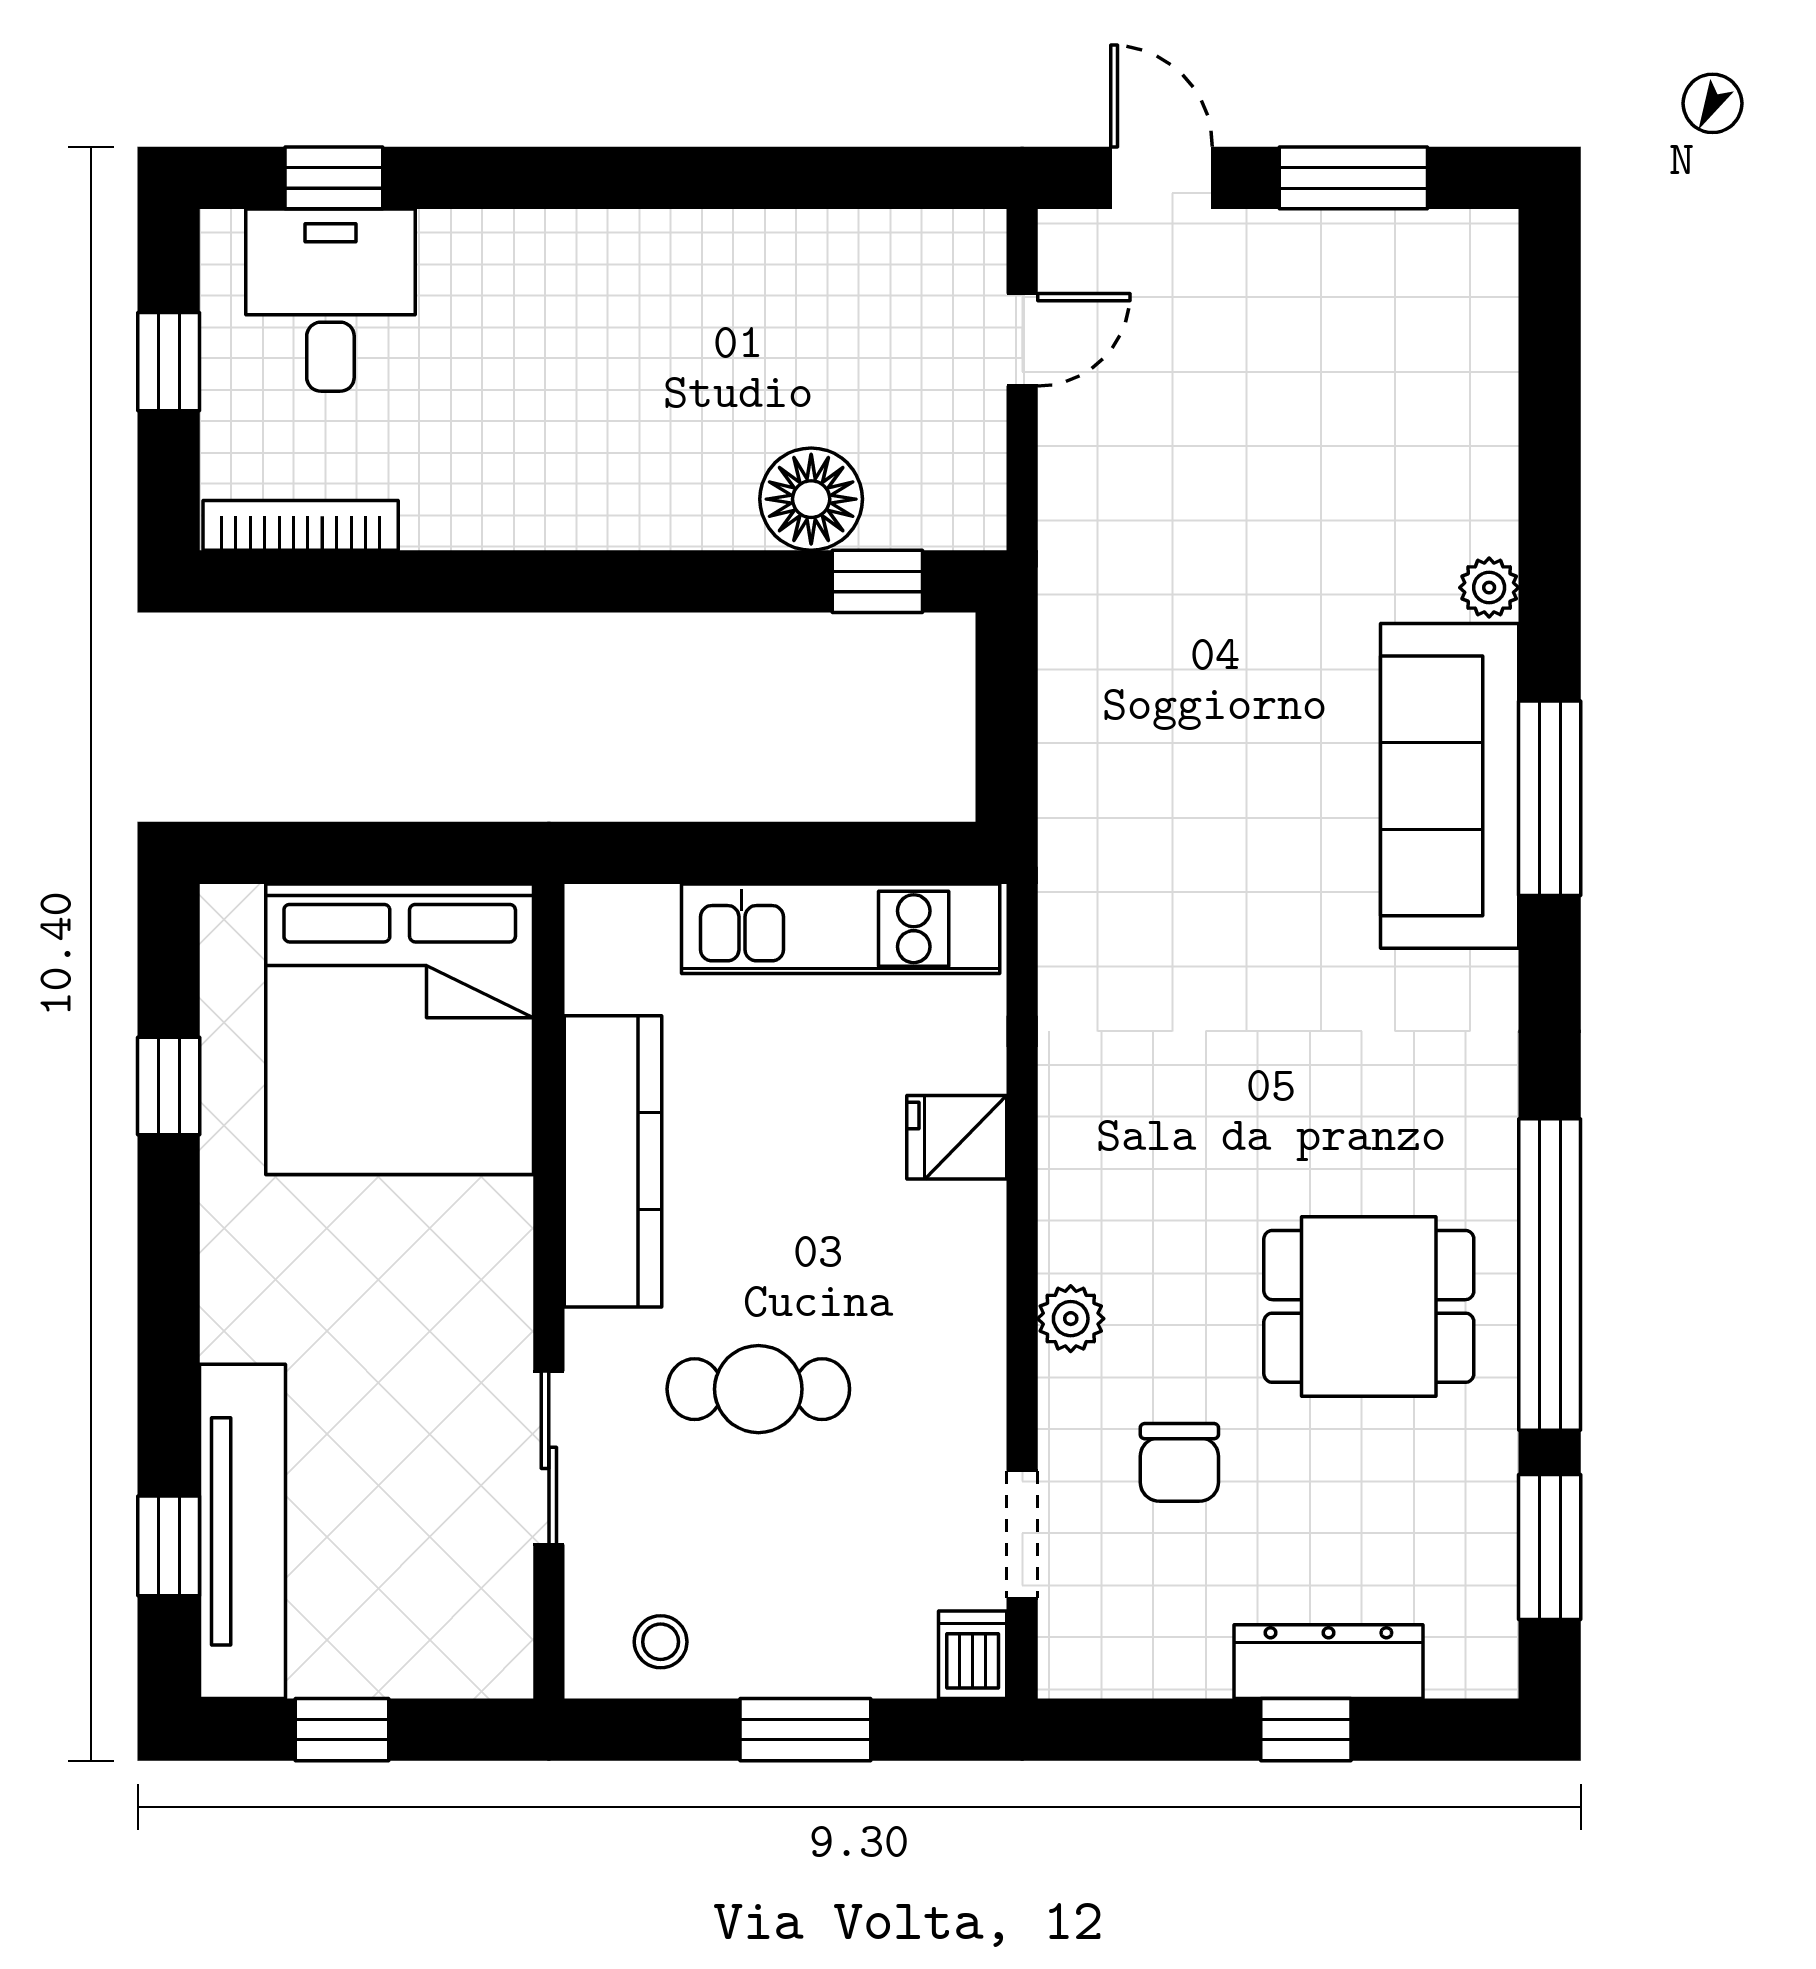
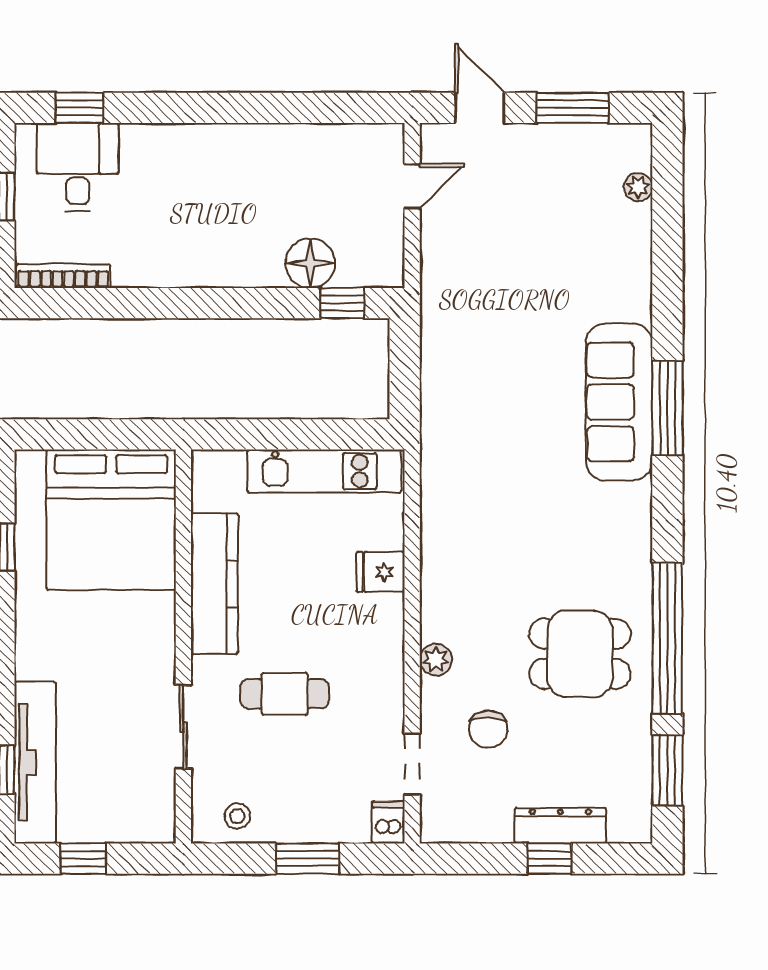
plant: (1489, 588) -> (638, 187), moved

